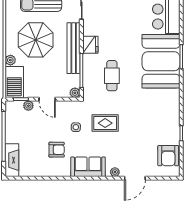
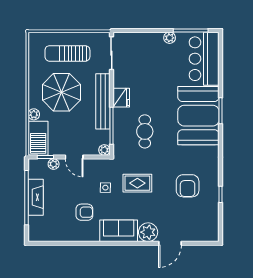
armchair: (168, 156) -> (188, 186), moved
fireplace: (12, 160) -> (36, 197), moved
plant: (115, 172) -> (148, 232), width x1.88, depth x1.88

